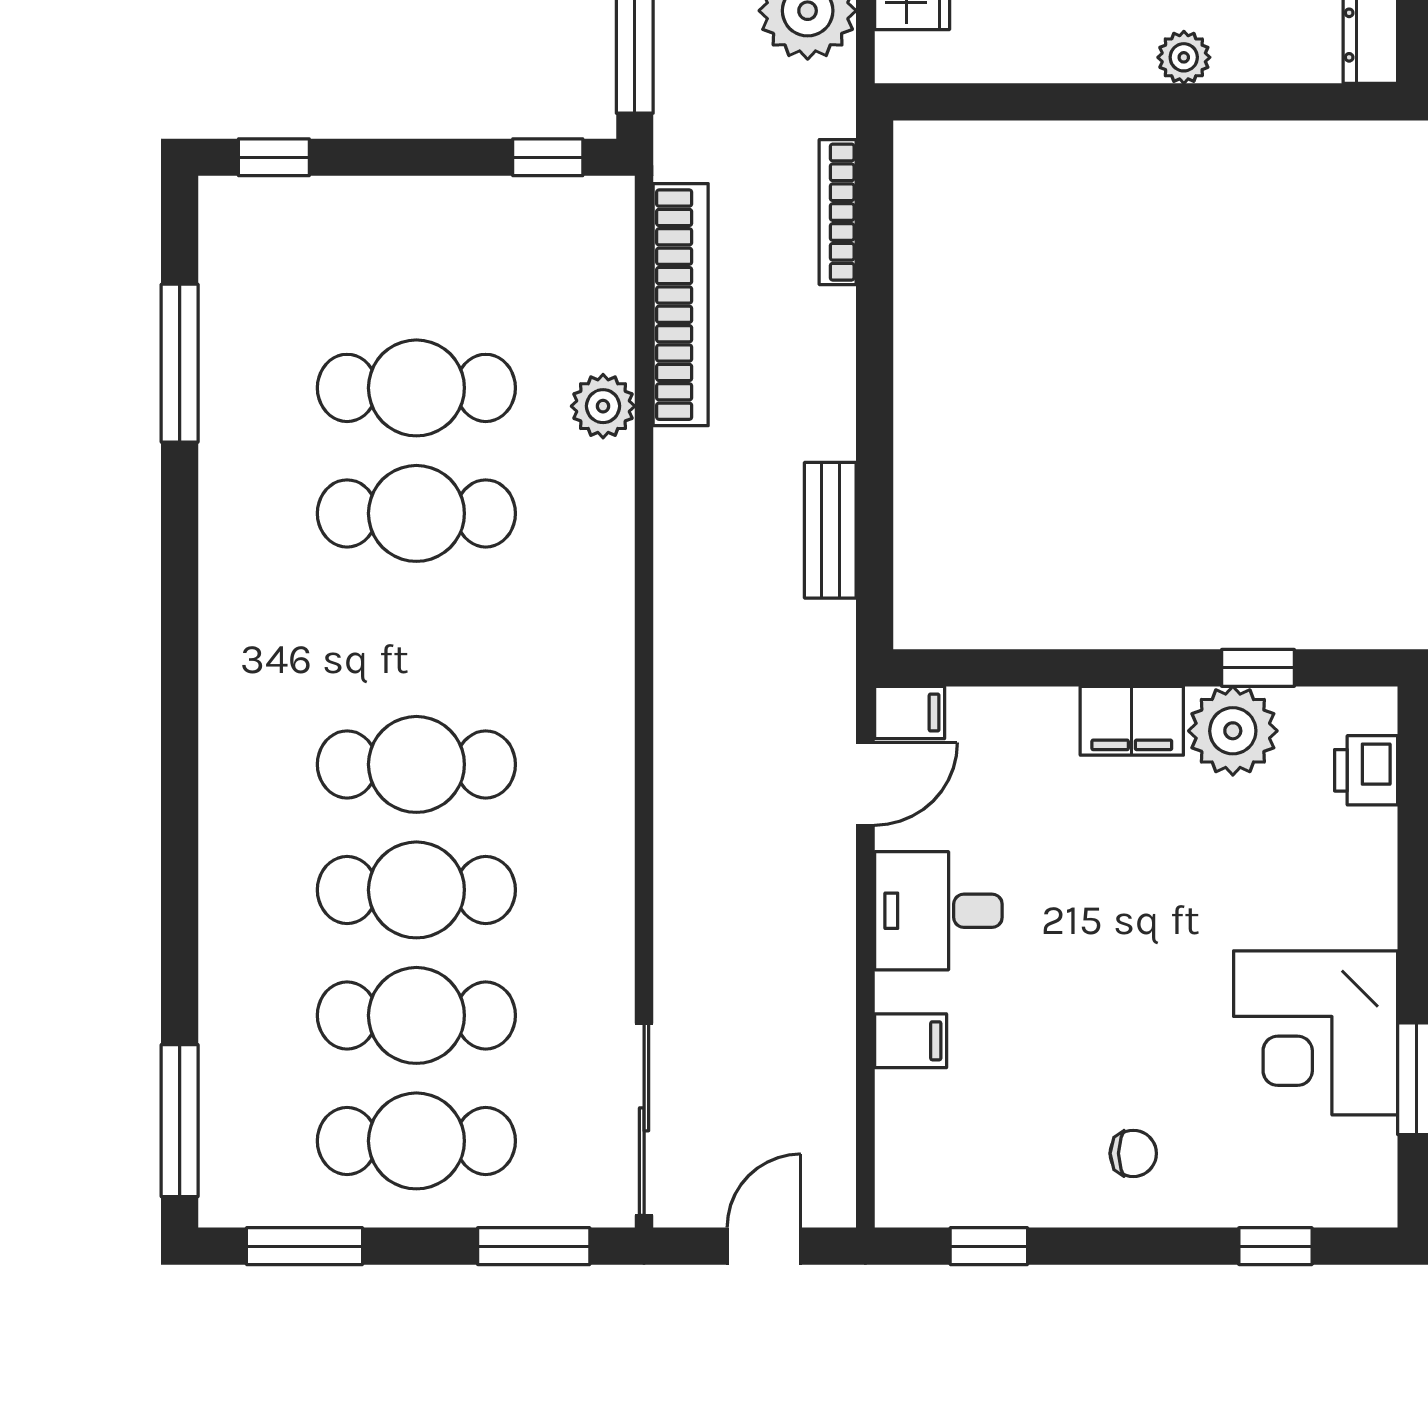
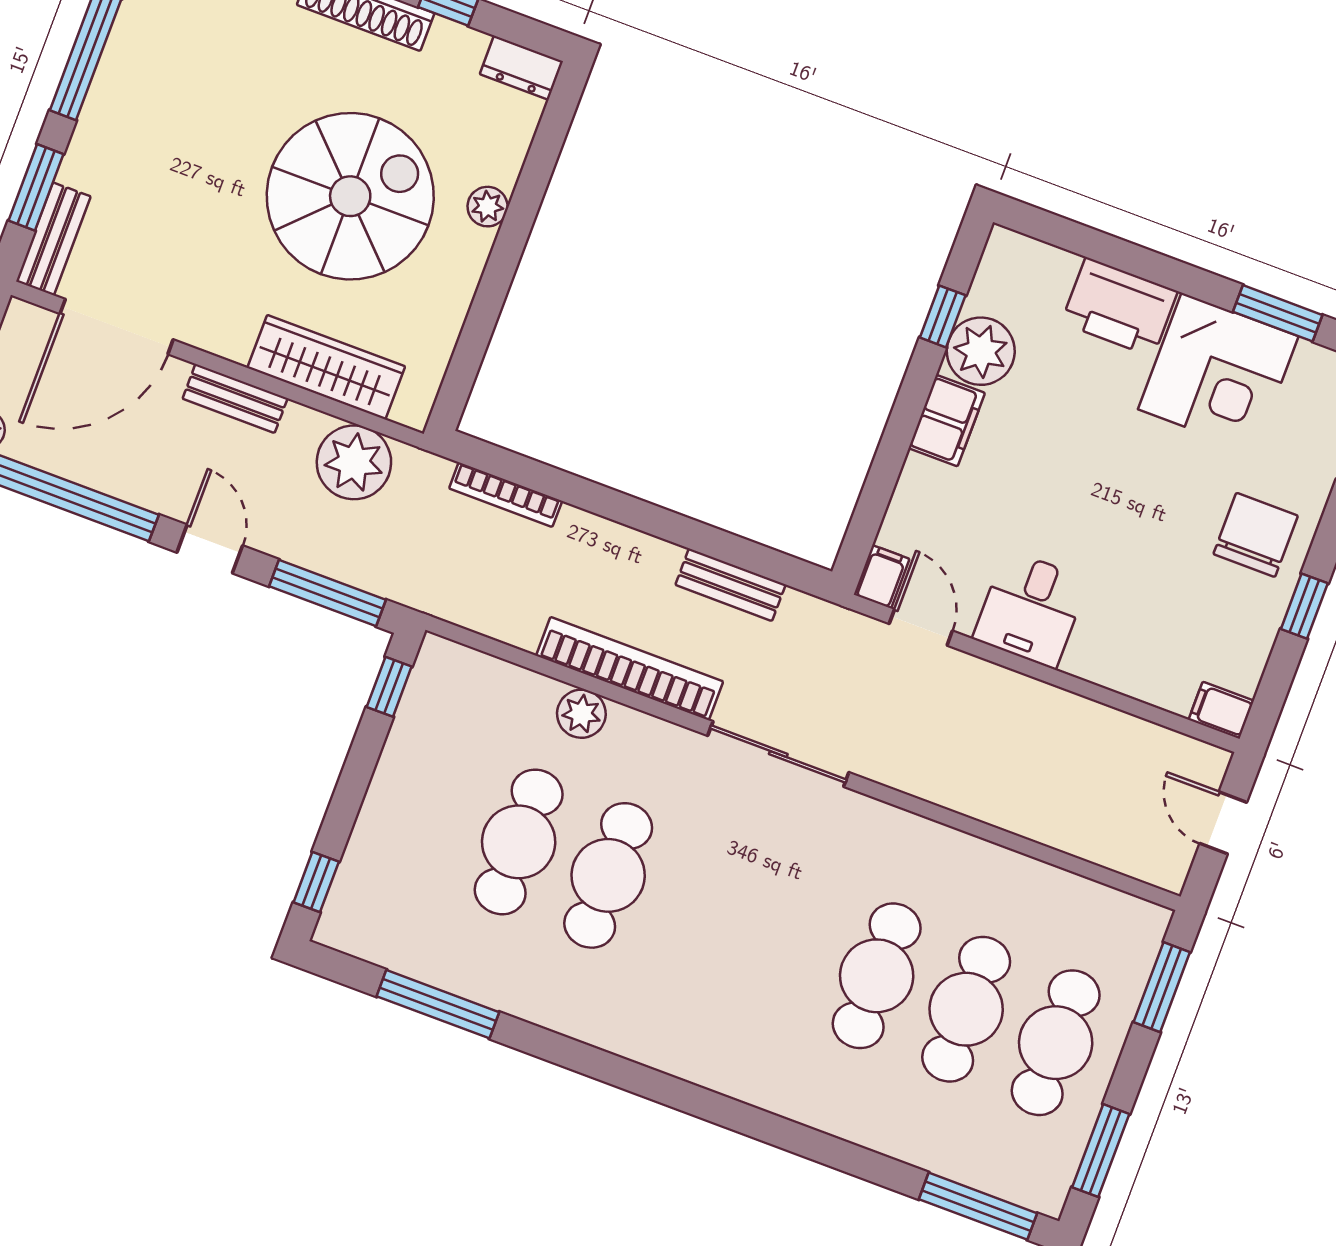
bookcase: (681, 305) -> (630, 669), moved
cafe table: (416, 764) -> (787, 942), removed
printer: (1366, 770) -> (1119, 307), moved, width x1.87, depth x1.48
filing cabinet: (911, 1041) -> (1221, 710), moved, turned -90
sliding door: (644, 1119) -> (778, 754), moved
chair: (1133, 1153) -> (1256, 535), width x1.87, depth x1.87
window: (989, 1246) -> (1304, 606), moved

